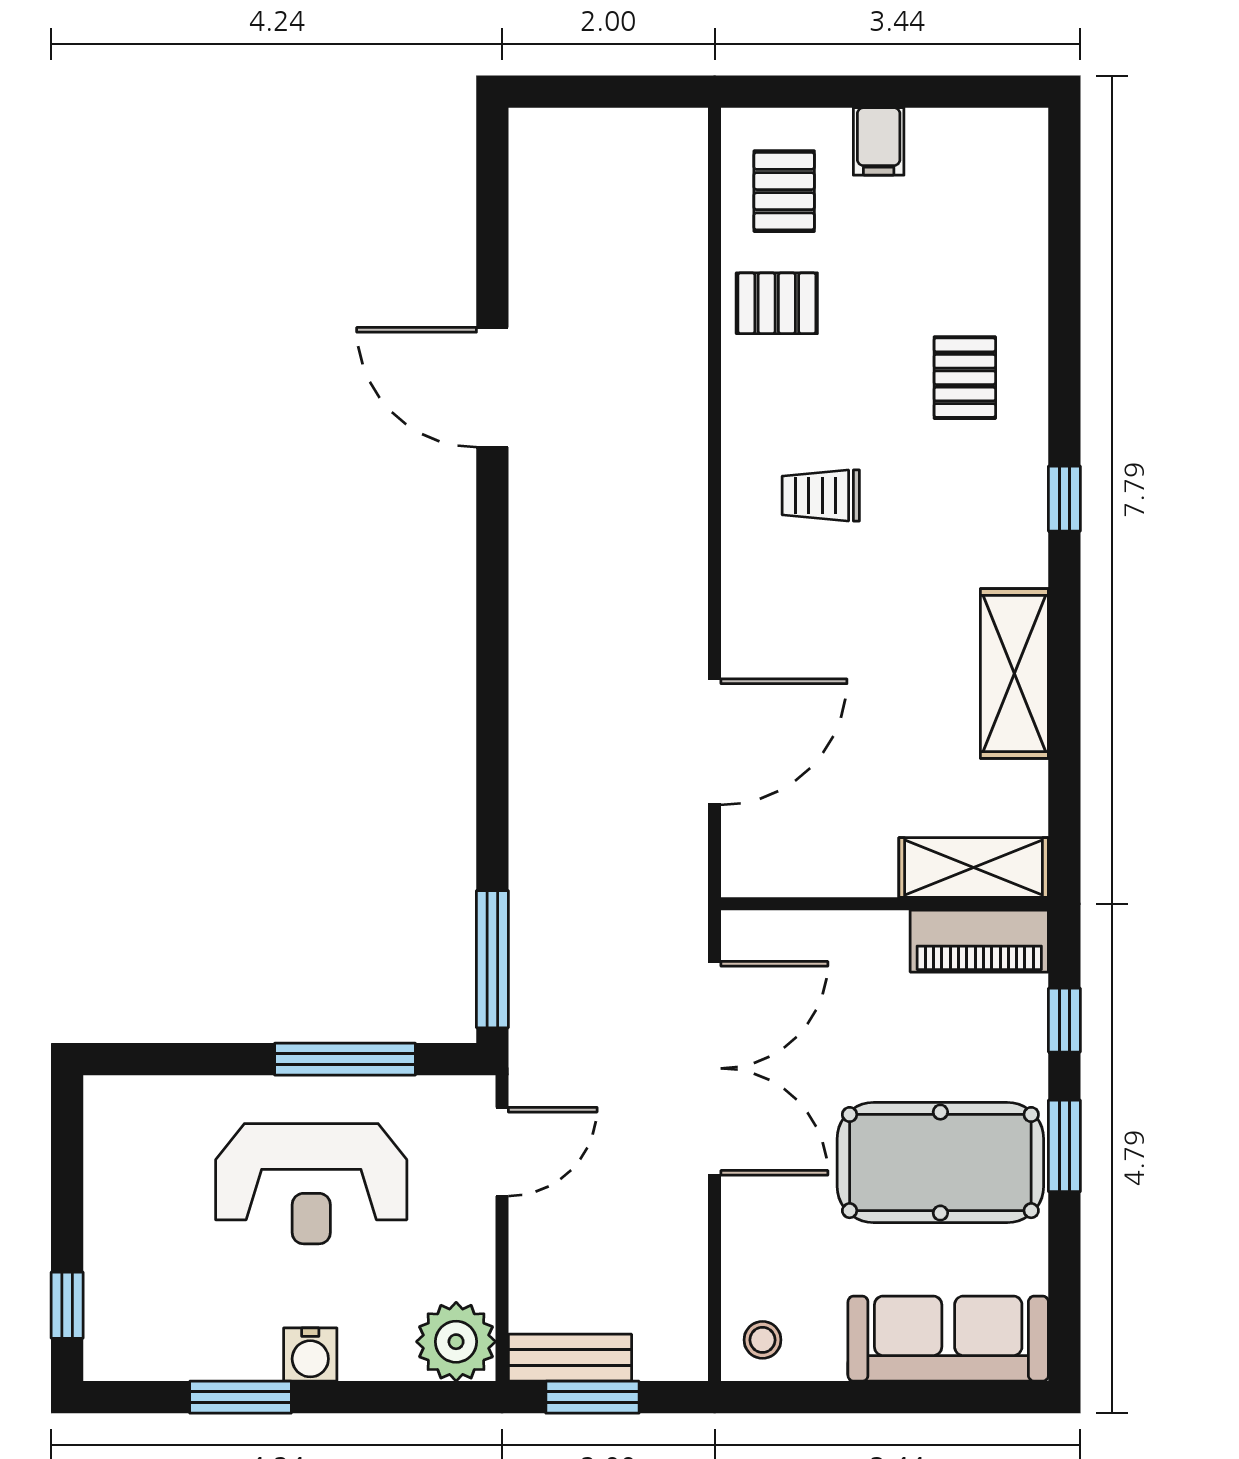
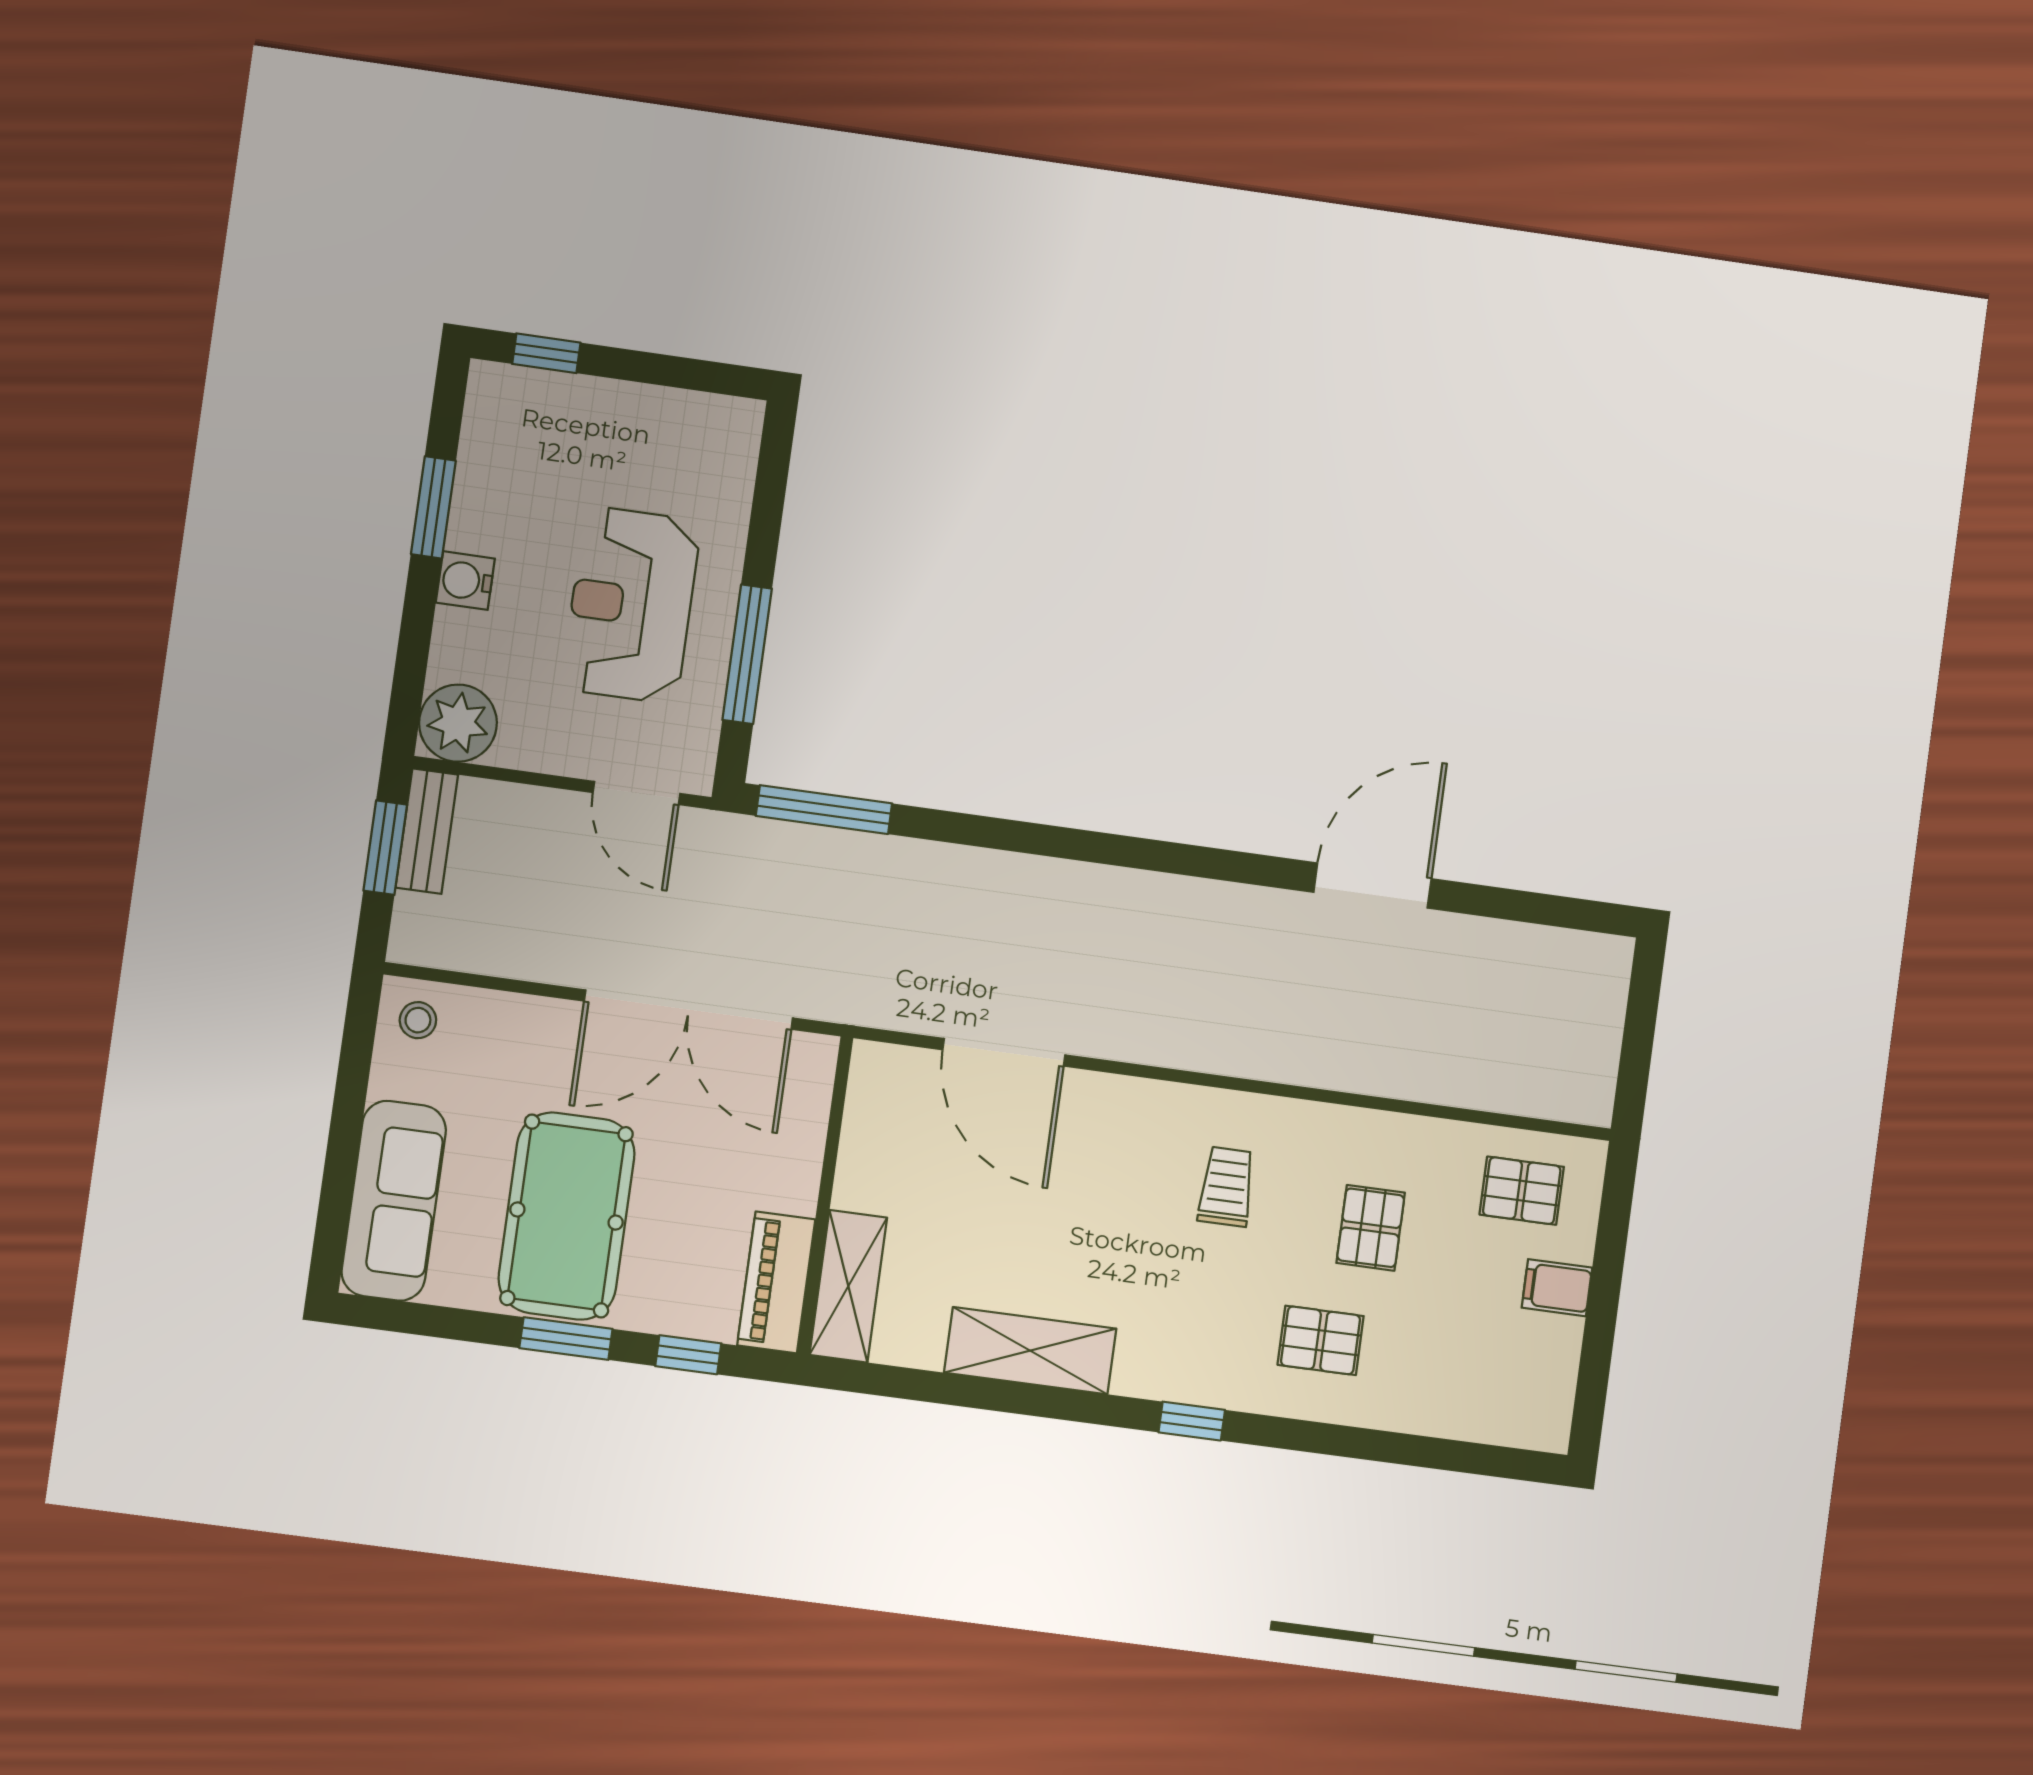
pallet: (777, 303) -> (1371, 1228), moved

